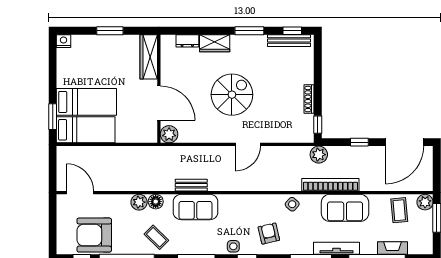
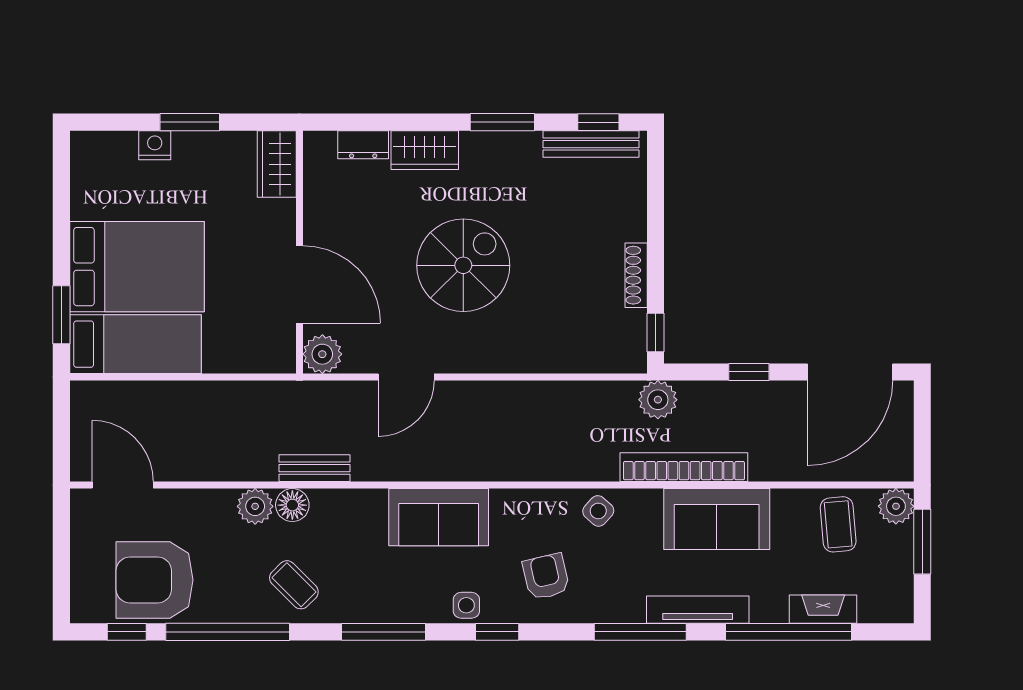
nightstand: (63, 41) -> (155, 145), moved
wardrobe: (149, 57) -> (277, 164), width x0.67
bed: (86, 102) -> (137, 267), width x1.50
door: (248, 144) -> (406, 377), moved
bench: (191, 185) -> (314, 468), moved
sofa: (196, 207) -> (439, 517), moved

